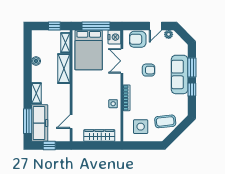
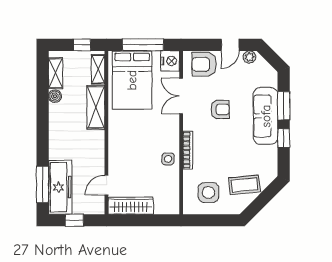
shelving: (36, 93) -> (56, 73), moved
wardrobe: (99, 136) -> (131, 206), moved

